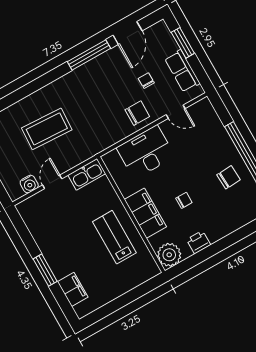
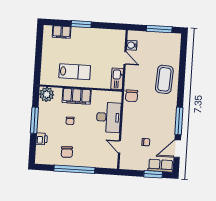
door: (128, 33) -> (177, 149), hinge flipped
row of seats: (182, 71) -> (161, 166), moved
door: (176, 112) -> (119, 147), hinge flipped
chair: (137, 113) -> (132, 96), moved
coffee table: (47, 129) -> (164, 79), moved
printer: (199, 242) -> (42, 139), moved
window: (214, 249) -> (34, 120), added

